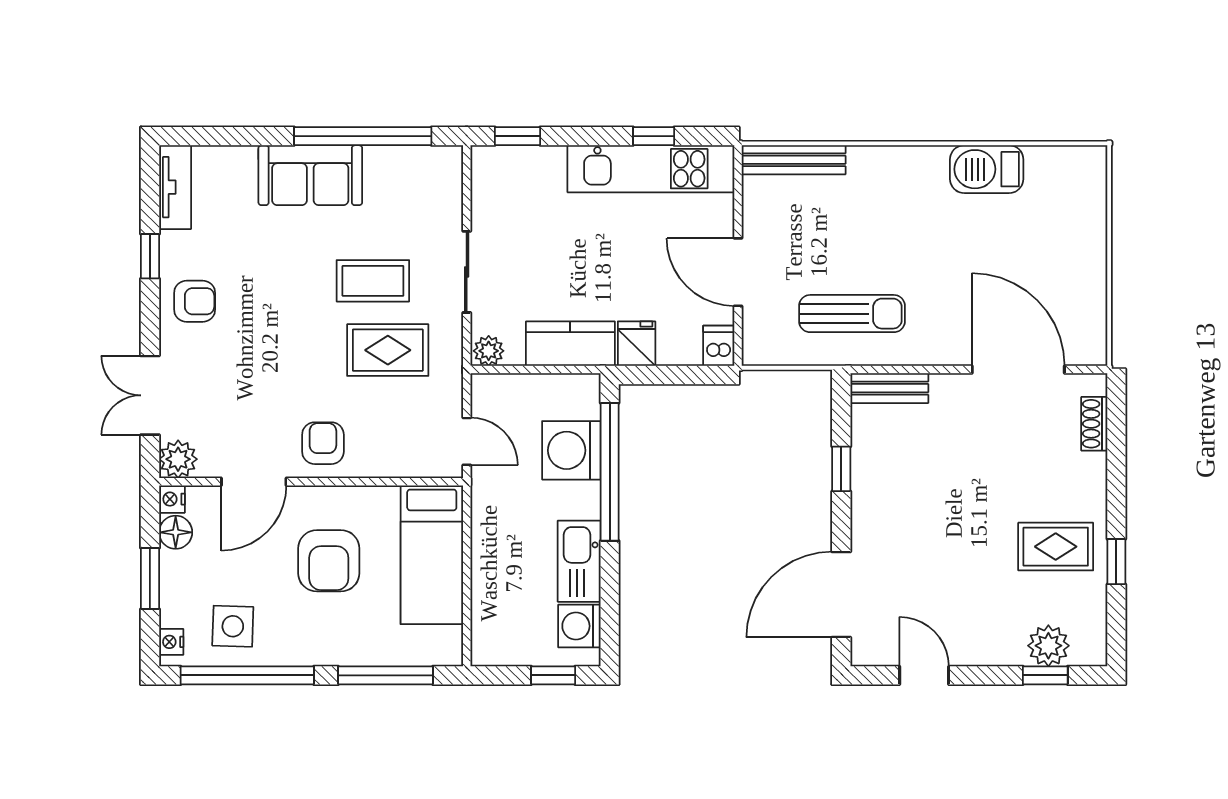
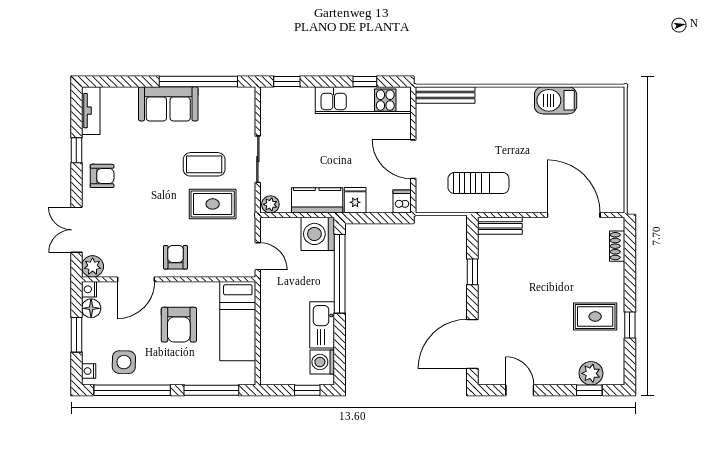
washing machine: (571, 450) -> (318, 234), moved

